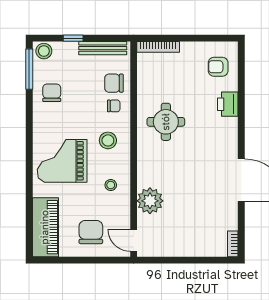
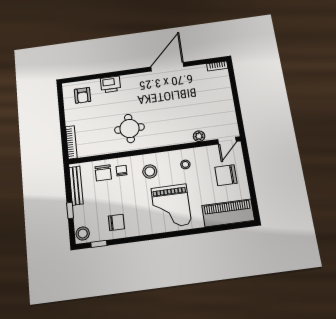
window: (29, 69) -> (99, 244), width x0.46
chair: (52, 93) -> (116, 222), turned 180
plant: (150, 201) -> (199, 136), width x0.53, depth x0.53

